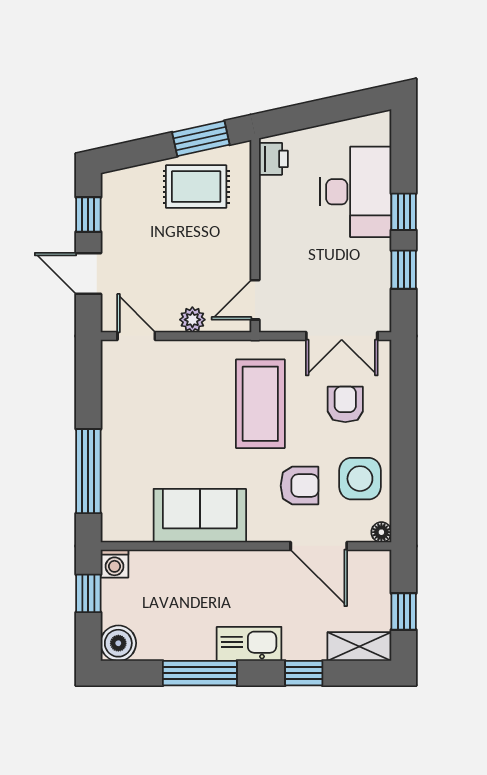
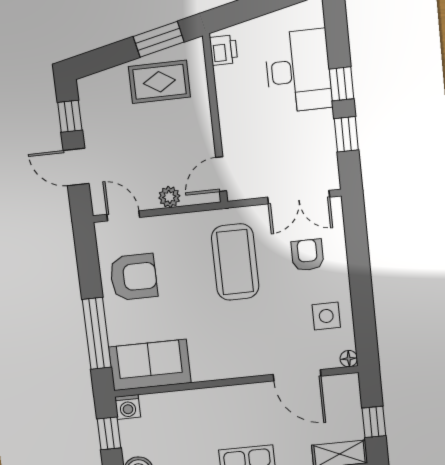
side table: (360, 479) -> (326, 316), width x0.73, depth x0.73
armchair: (300, 486) -> (134, 277), moved, width x1.38, depth x1.38
sofa: (200, 516) -> (150, 365), moved

